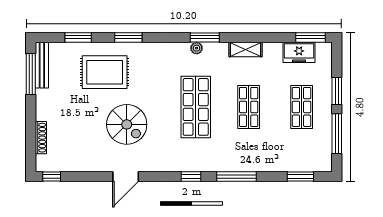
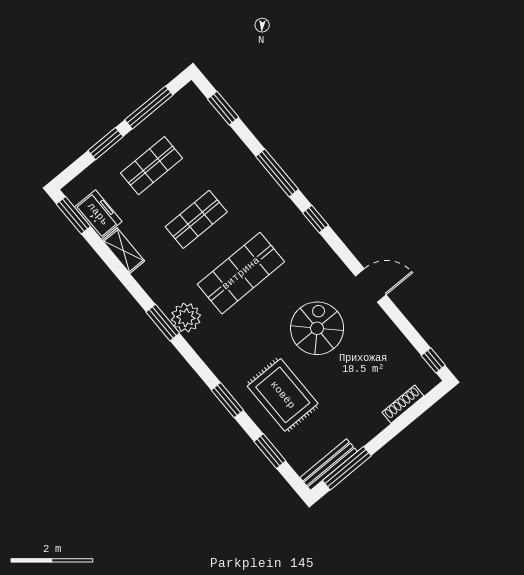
plant: (197, 48) -> (186, 318), width x1.87, depth x1.87
shelving: (245, 49) -> (124, 251), moved

